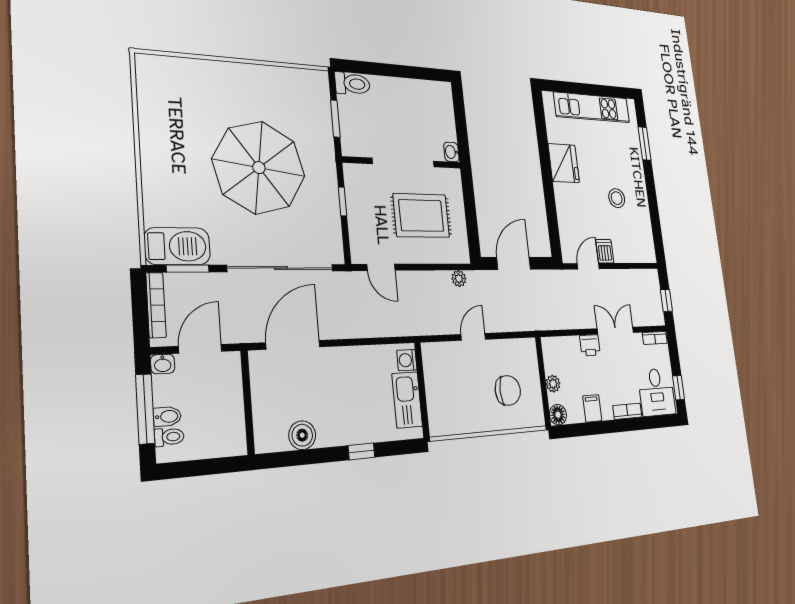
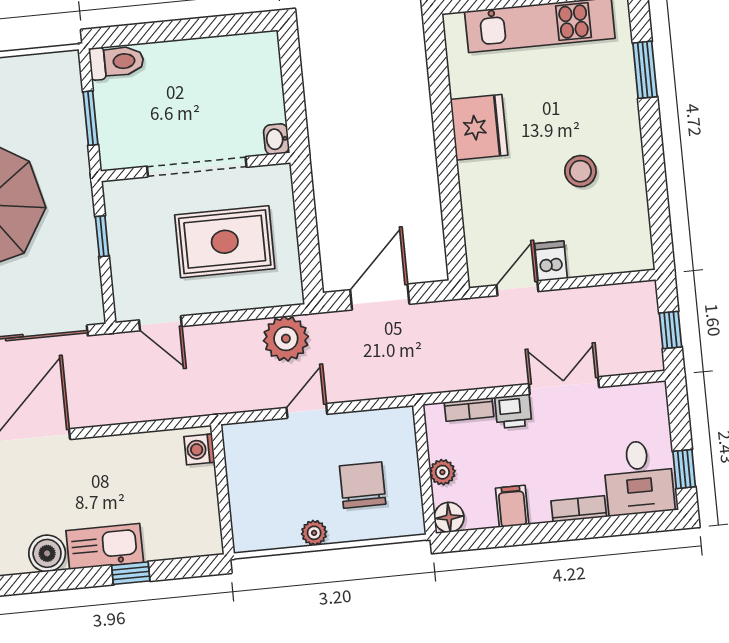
plant: (459, 279) -> (286, 339), width x1.87, depth x1.87
bookcase: (655, 338) -> (469, 409), moved
chair: (508, 390) -> (363, 485), turned -90
kitchen sink: (407, 400) -> (105, 546), moved, turned 90
plant: (480, 423) -> (314, 533), added

